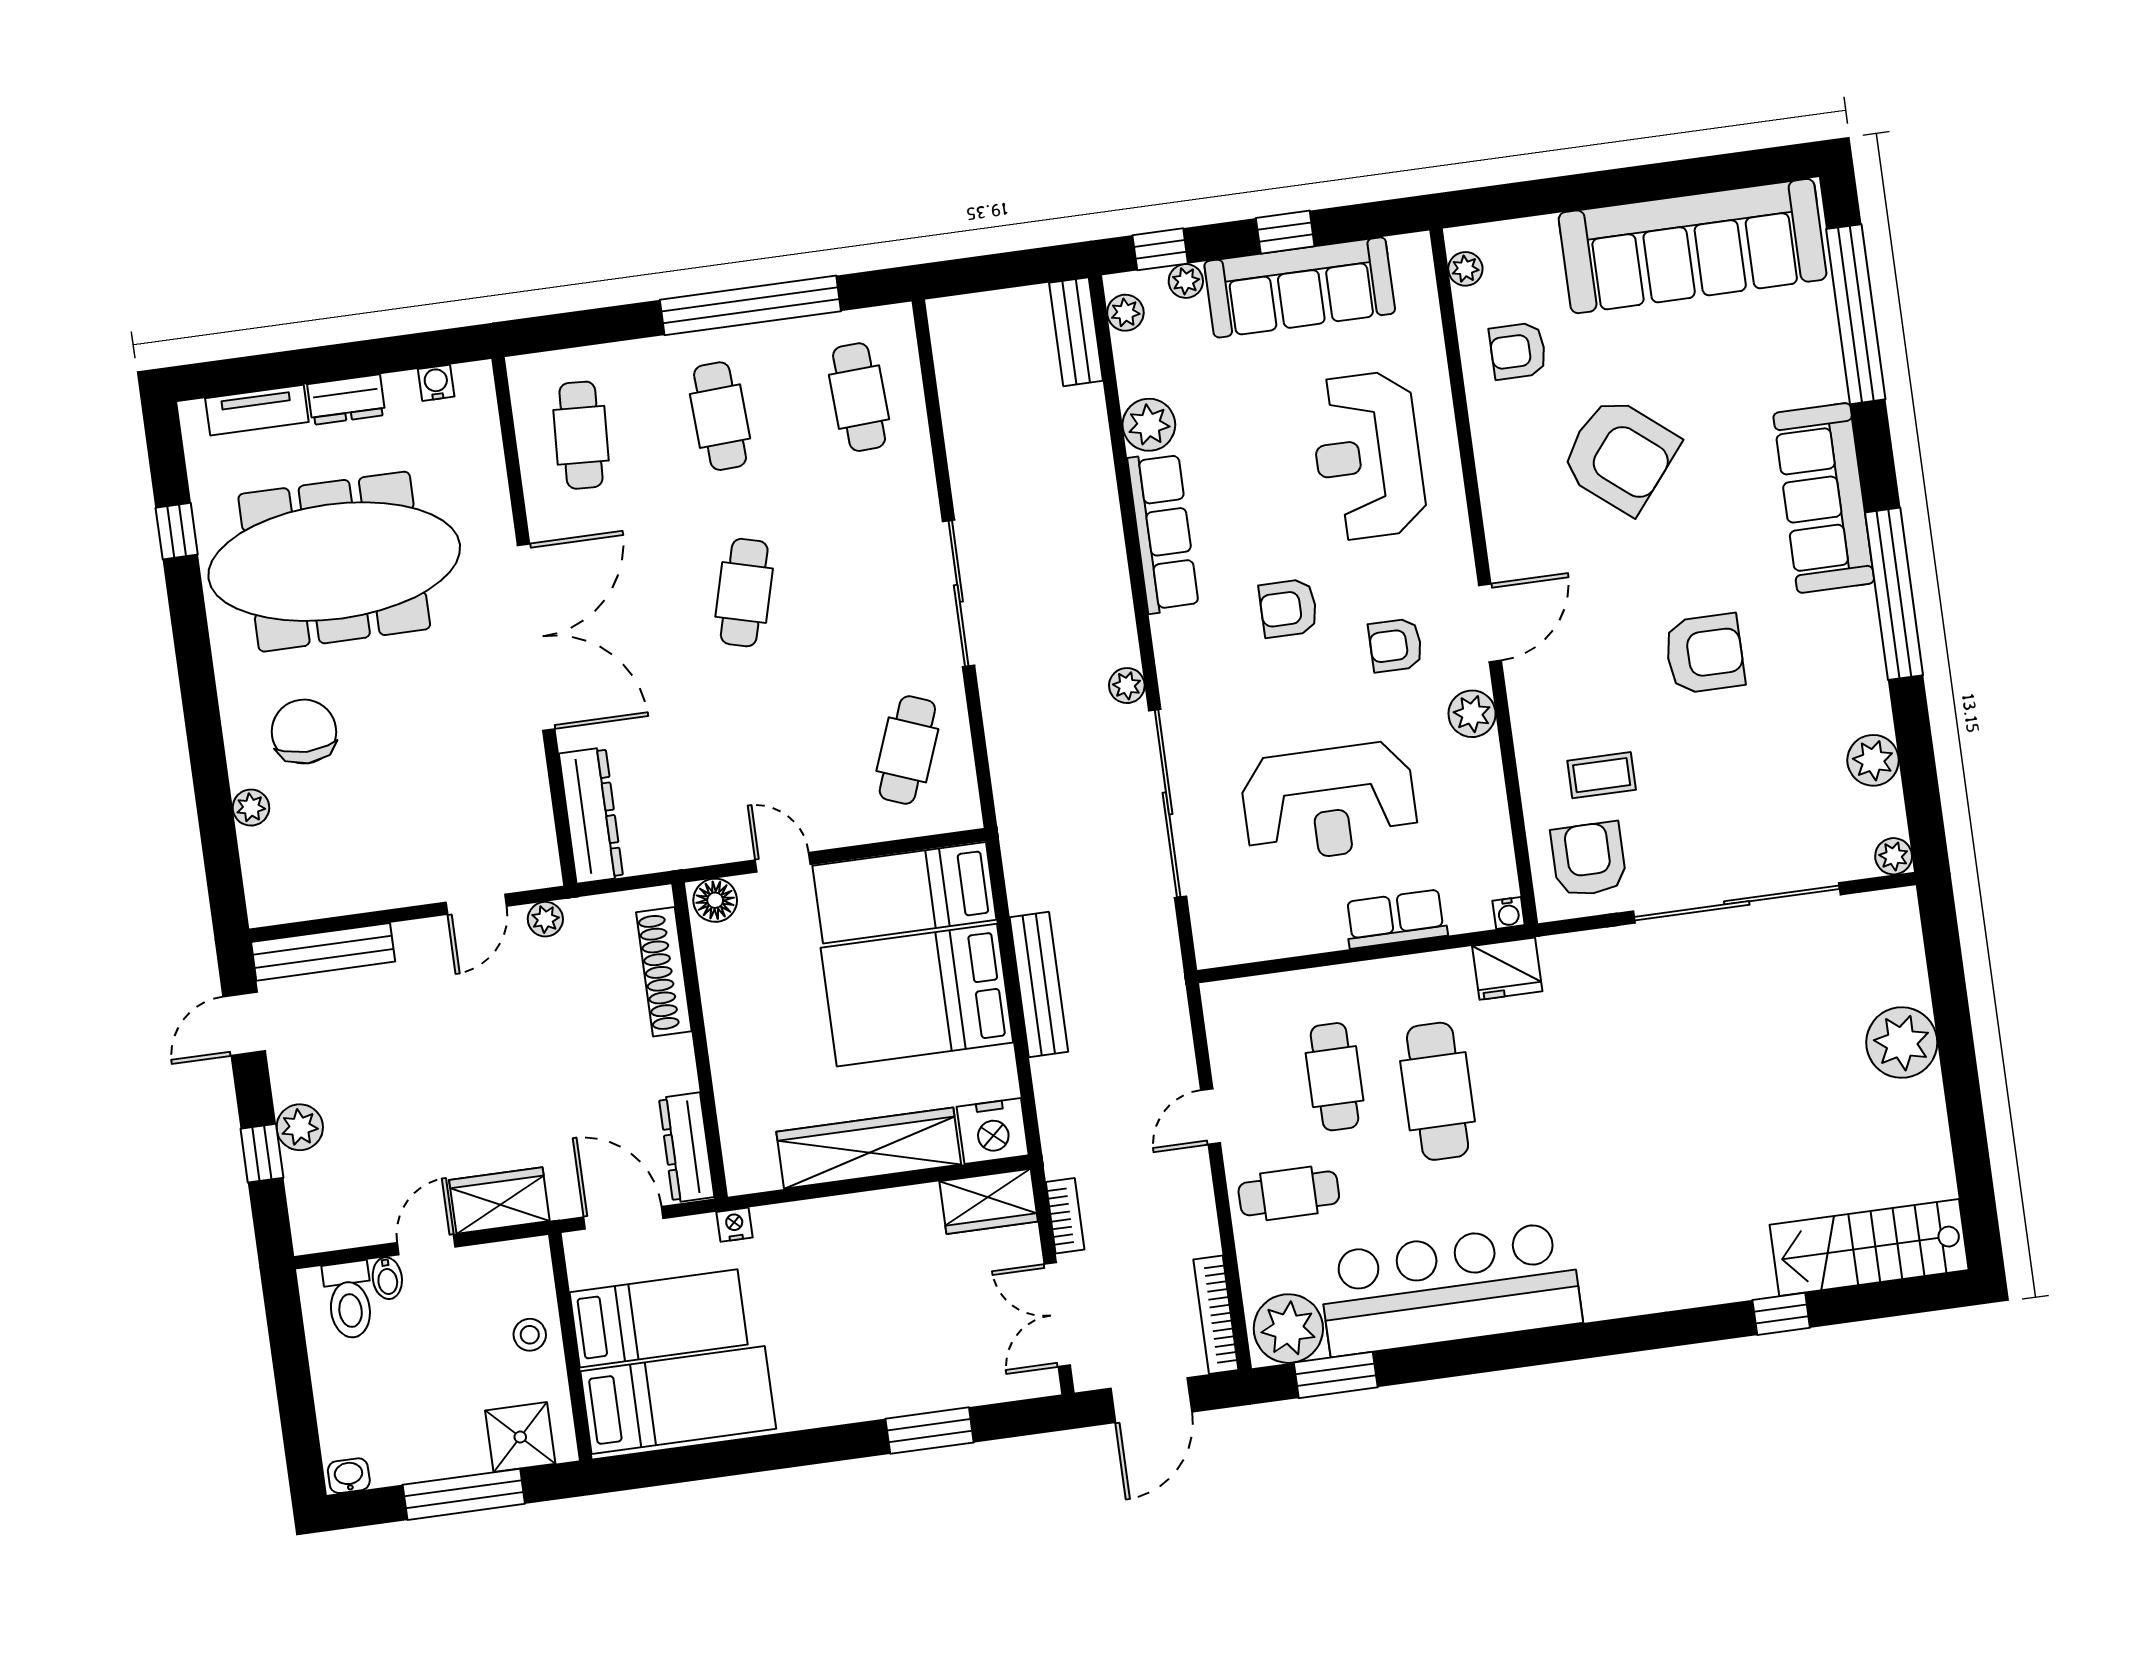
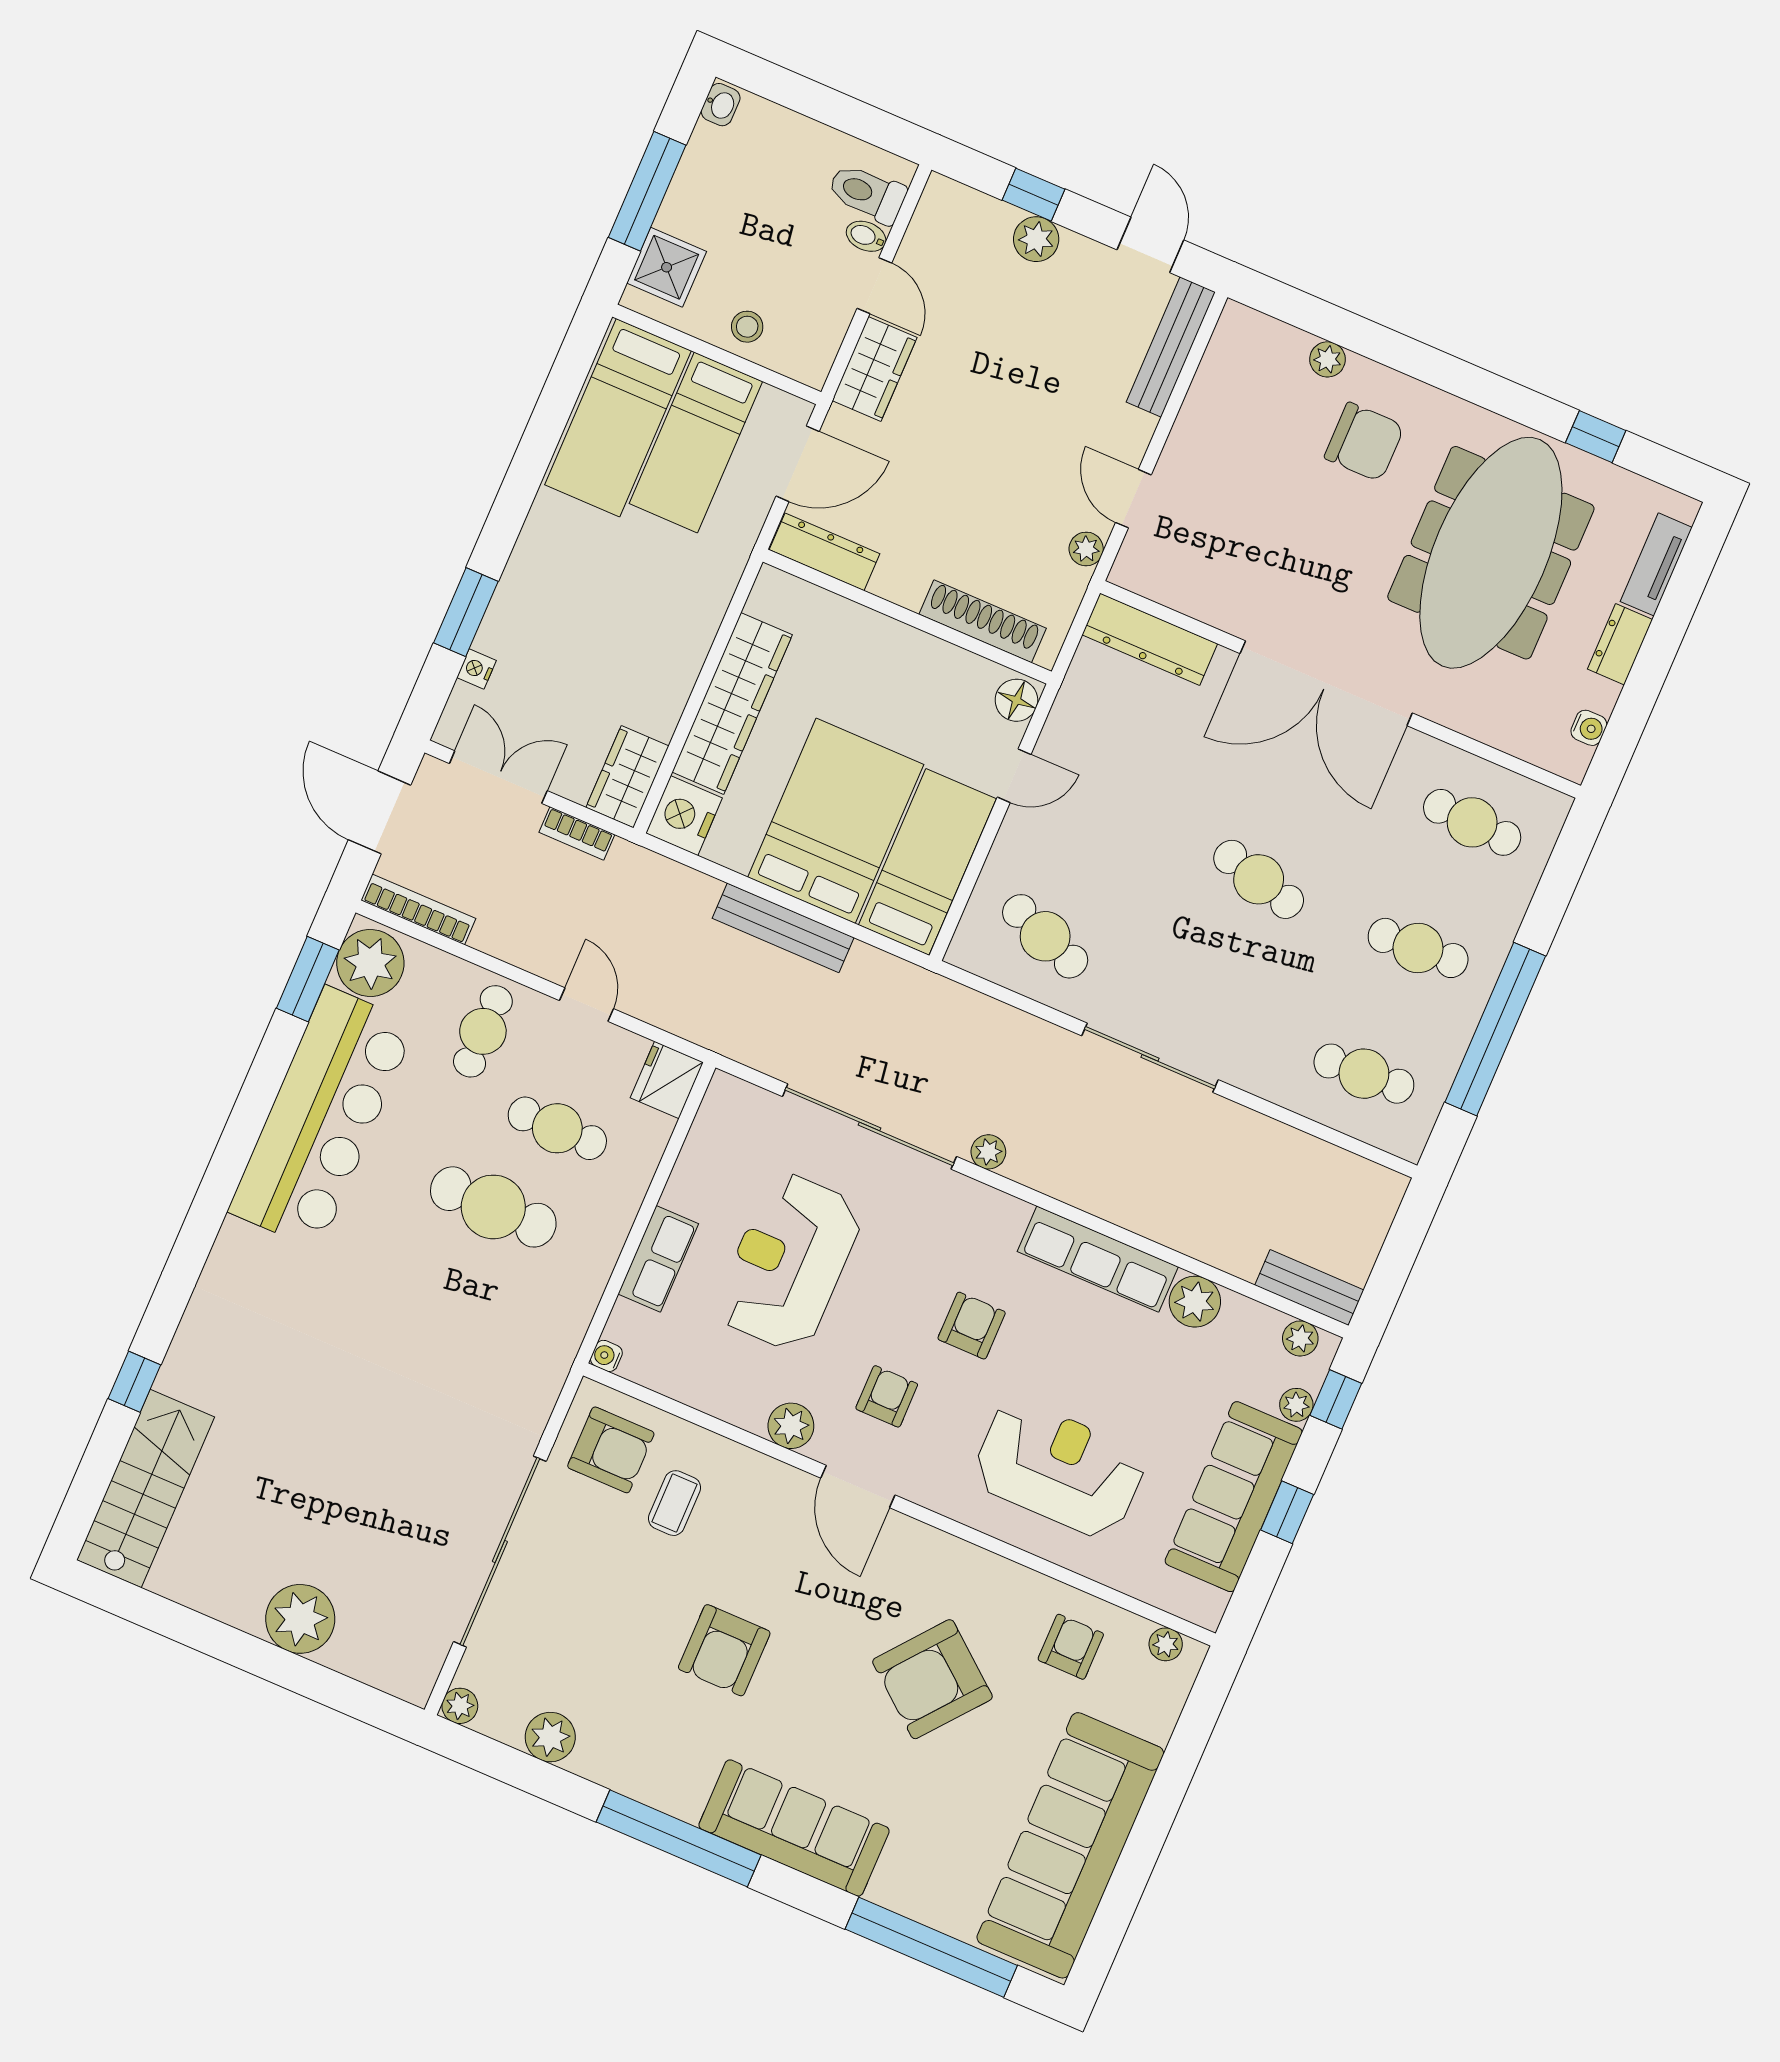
fridge: (1507, 969) -> (667, 1080), moved
nightstand: (735, 1225) -> (477, 669), moved, turned 180

